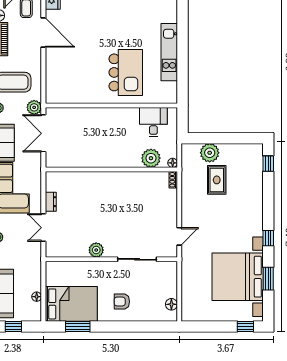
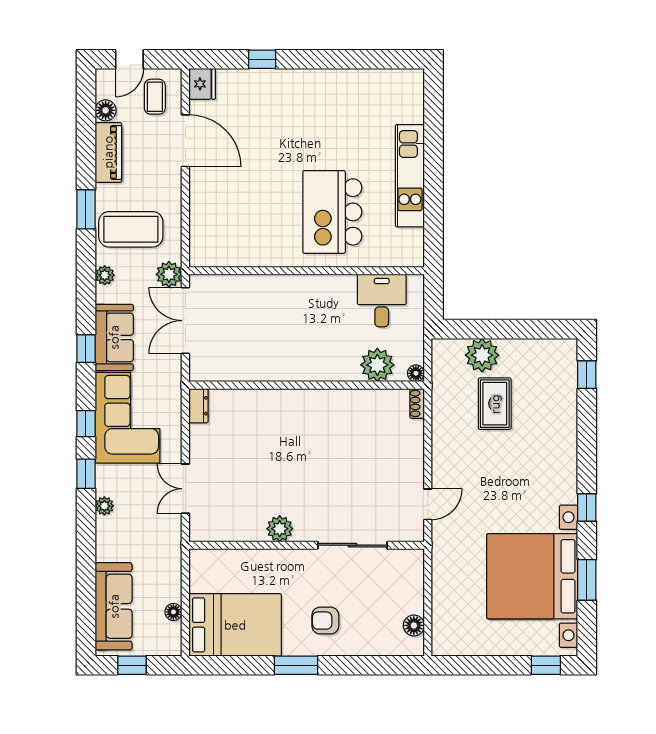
kitchen island: (126, 72) -> (332, 212), turned 180
dresser: (51, 202) -> (198, 406), moved
window: (78, 327) -> (296, 665), moved

